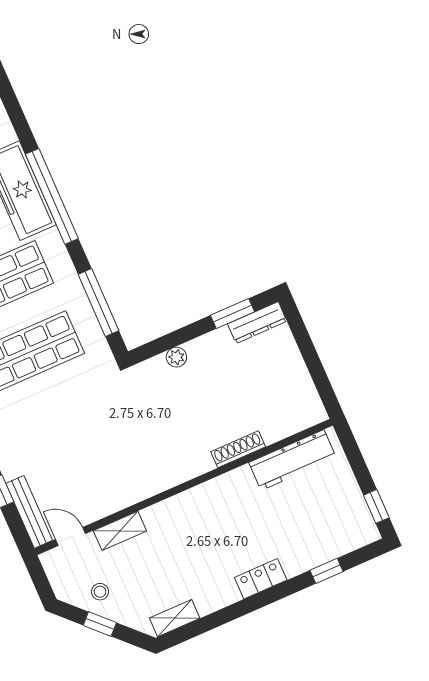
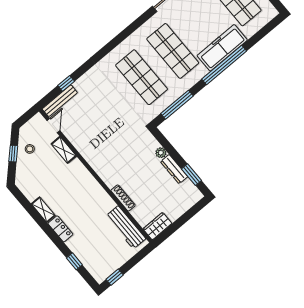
dresser: (257, 323) -> (174, 169), moved
wardrobe: (307, 402) -> (157, 226), added
shelving: (175, 618) -> (43, 210), moved

